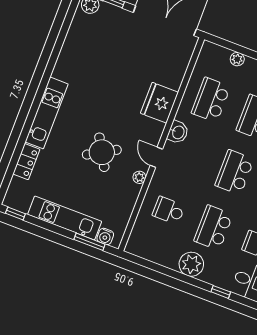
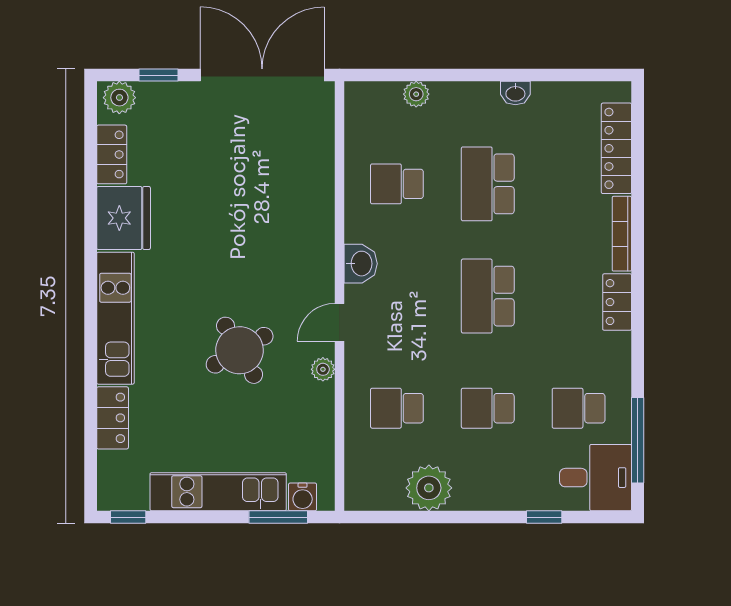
locker: (76, 32) -> (112, 154), added
school desk: (211, 100) -> (397, 184), width x0.54
fridge: (159, 103) -> (124, 218), moved, turned 180
door: (156, 157) -> (339, 322), hinge flipped
school desk: (213, 228) -> (488, 408), width x0.54
plant: (191, 264) -> (429, 488), moved

